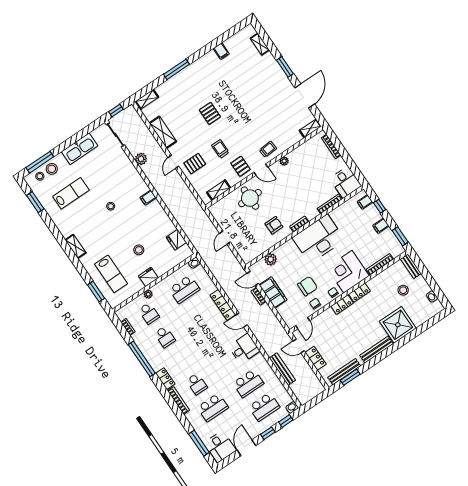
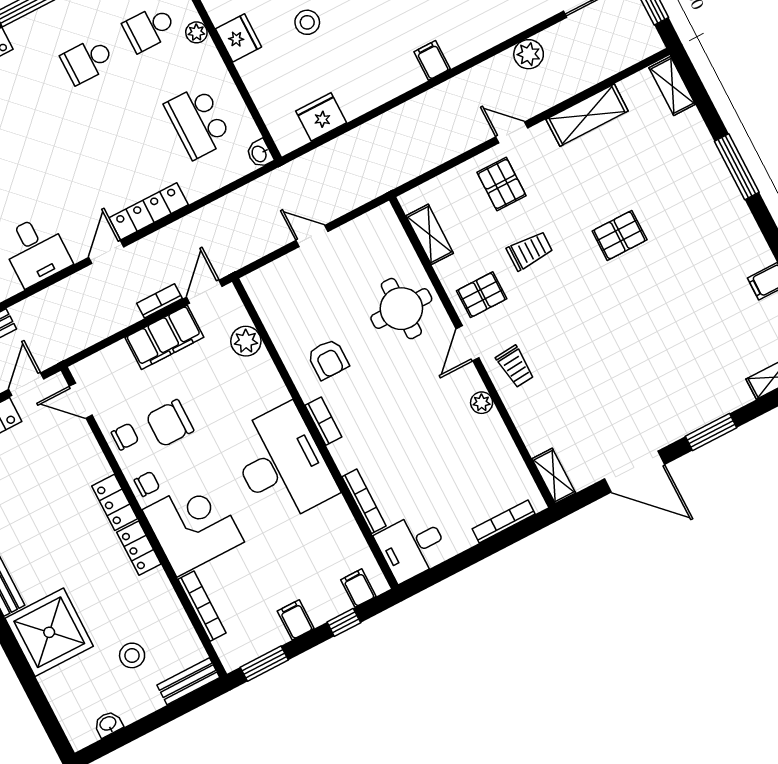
chair: (307, 286) -> (170, 423), turned 90

